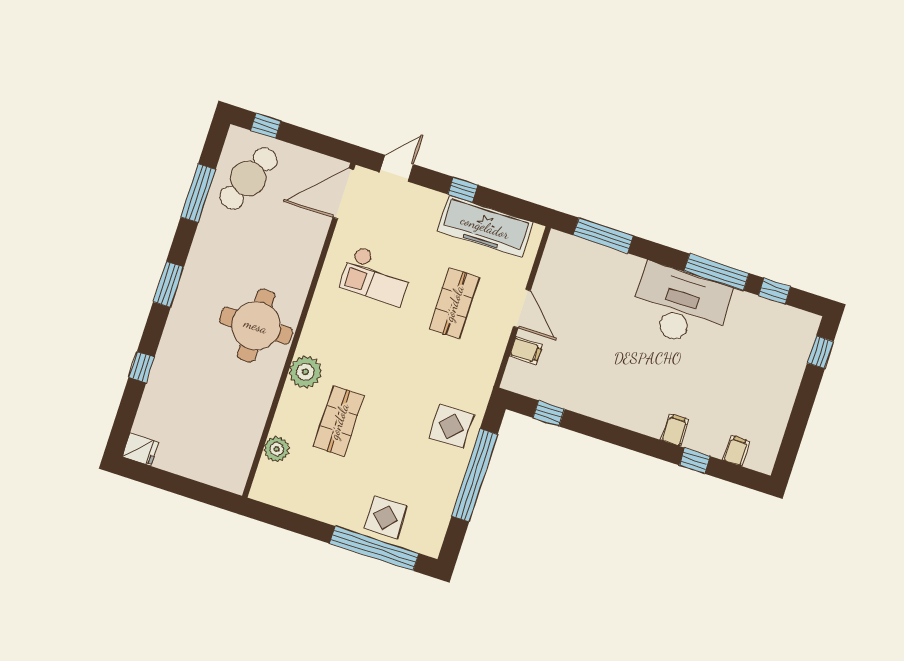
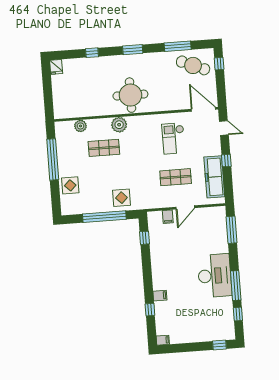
filing cabinet: (736, 451) -> (163, 340), moved
window: (374, 548) -> (53, 159), moved

